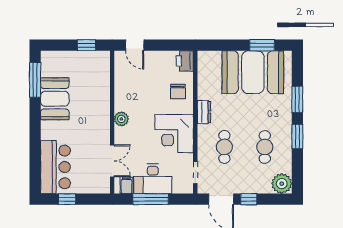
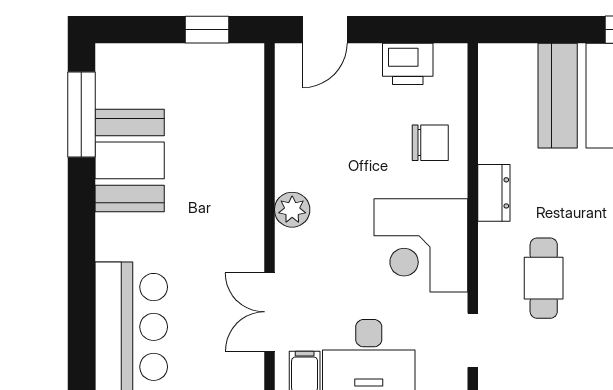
door: (135, 45) -> (325, 30), hinge flipped
printer: (185, 61) -> (408, 64), moved, turned -90
chair: (178, 91) -> (430, 143), turned -90
double door: (112, 161) -> (269, 312), swing flipped

